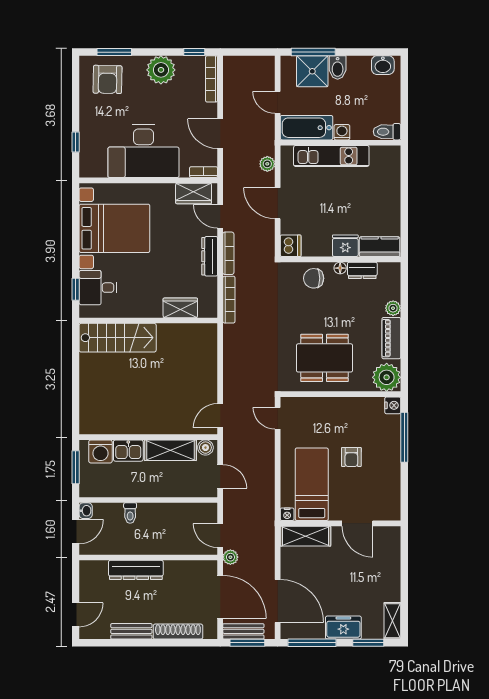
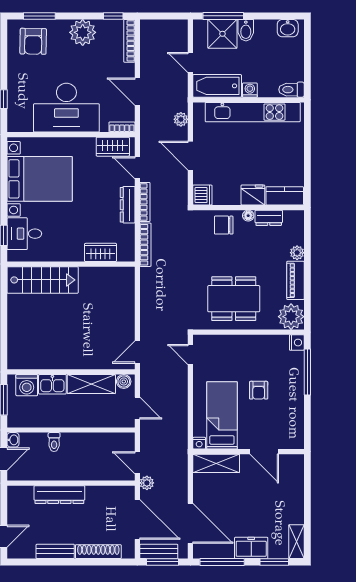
kitchen unit: (331, 156) -> (253, 112), width x1.36

